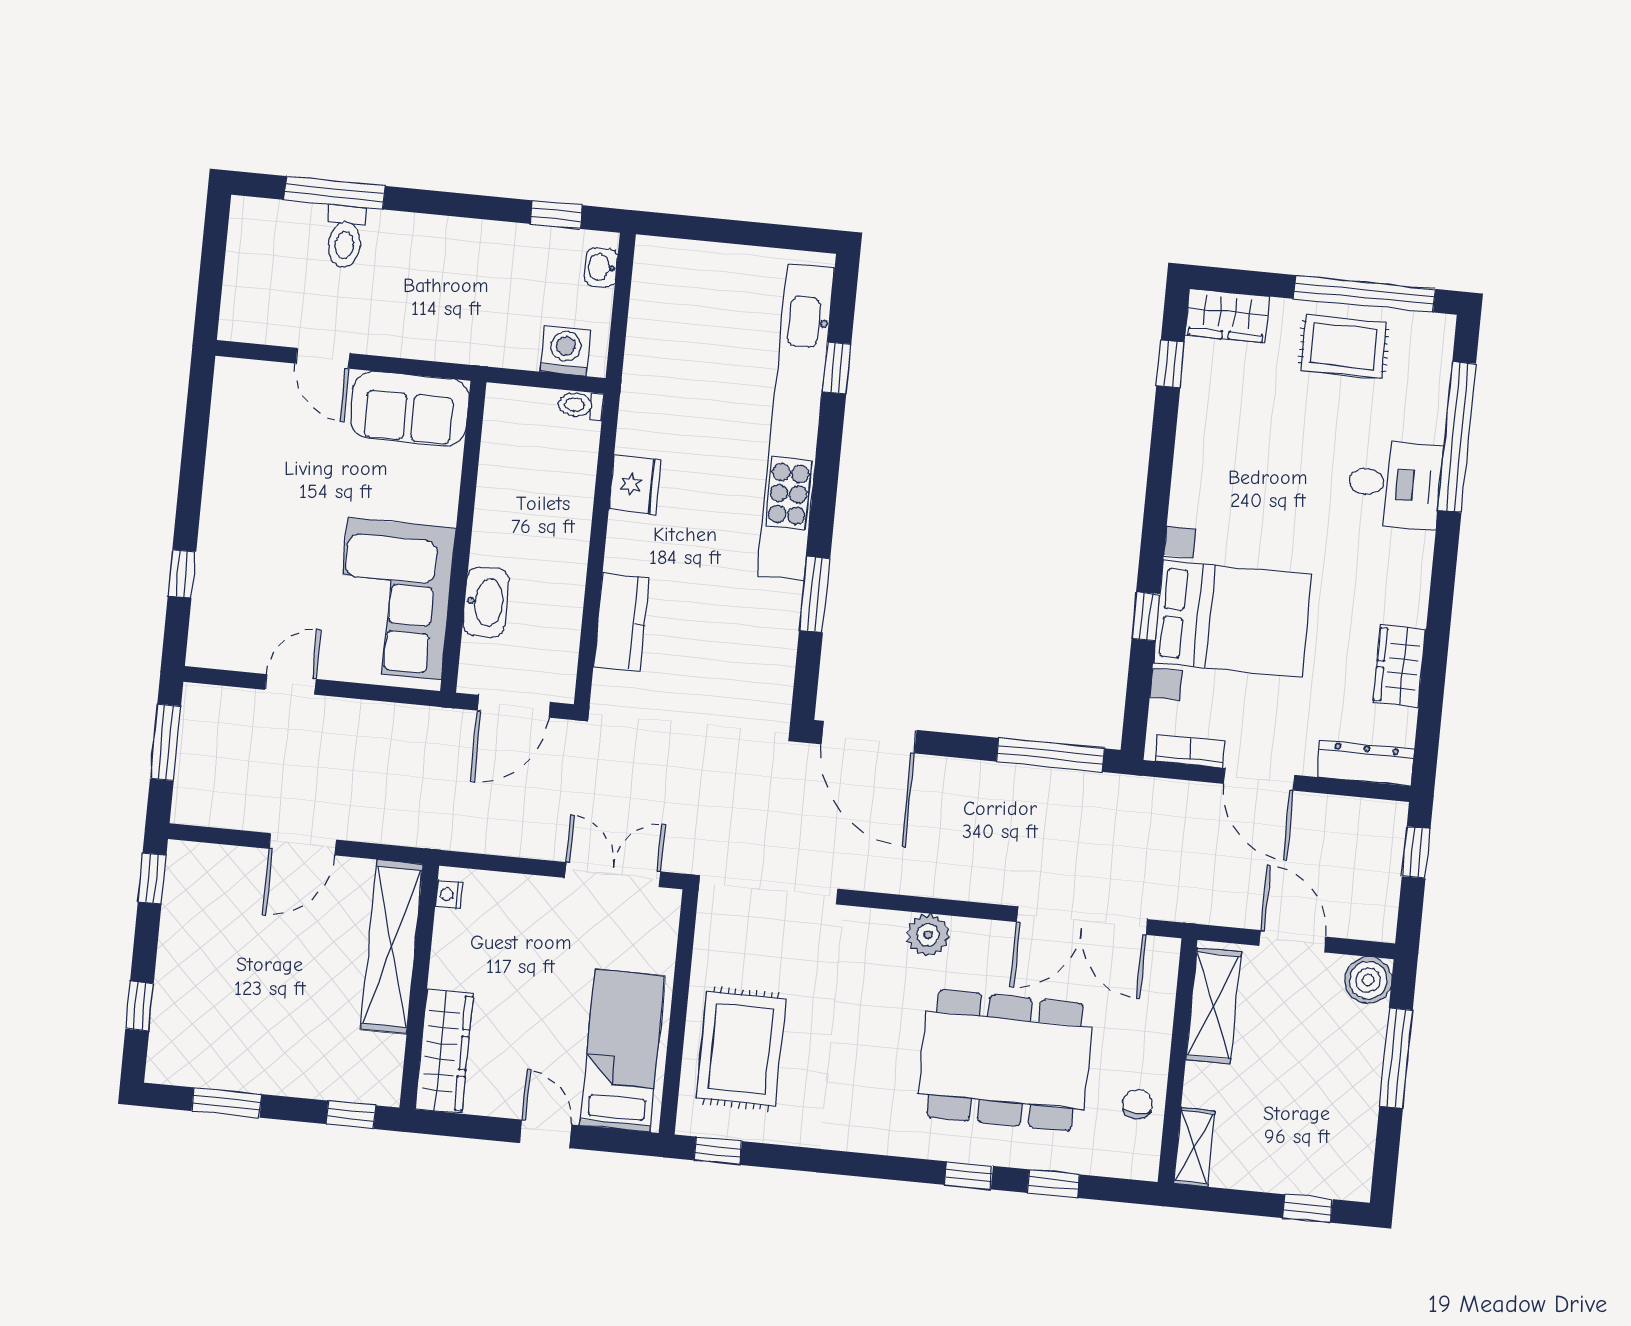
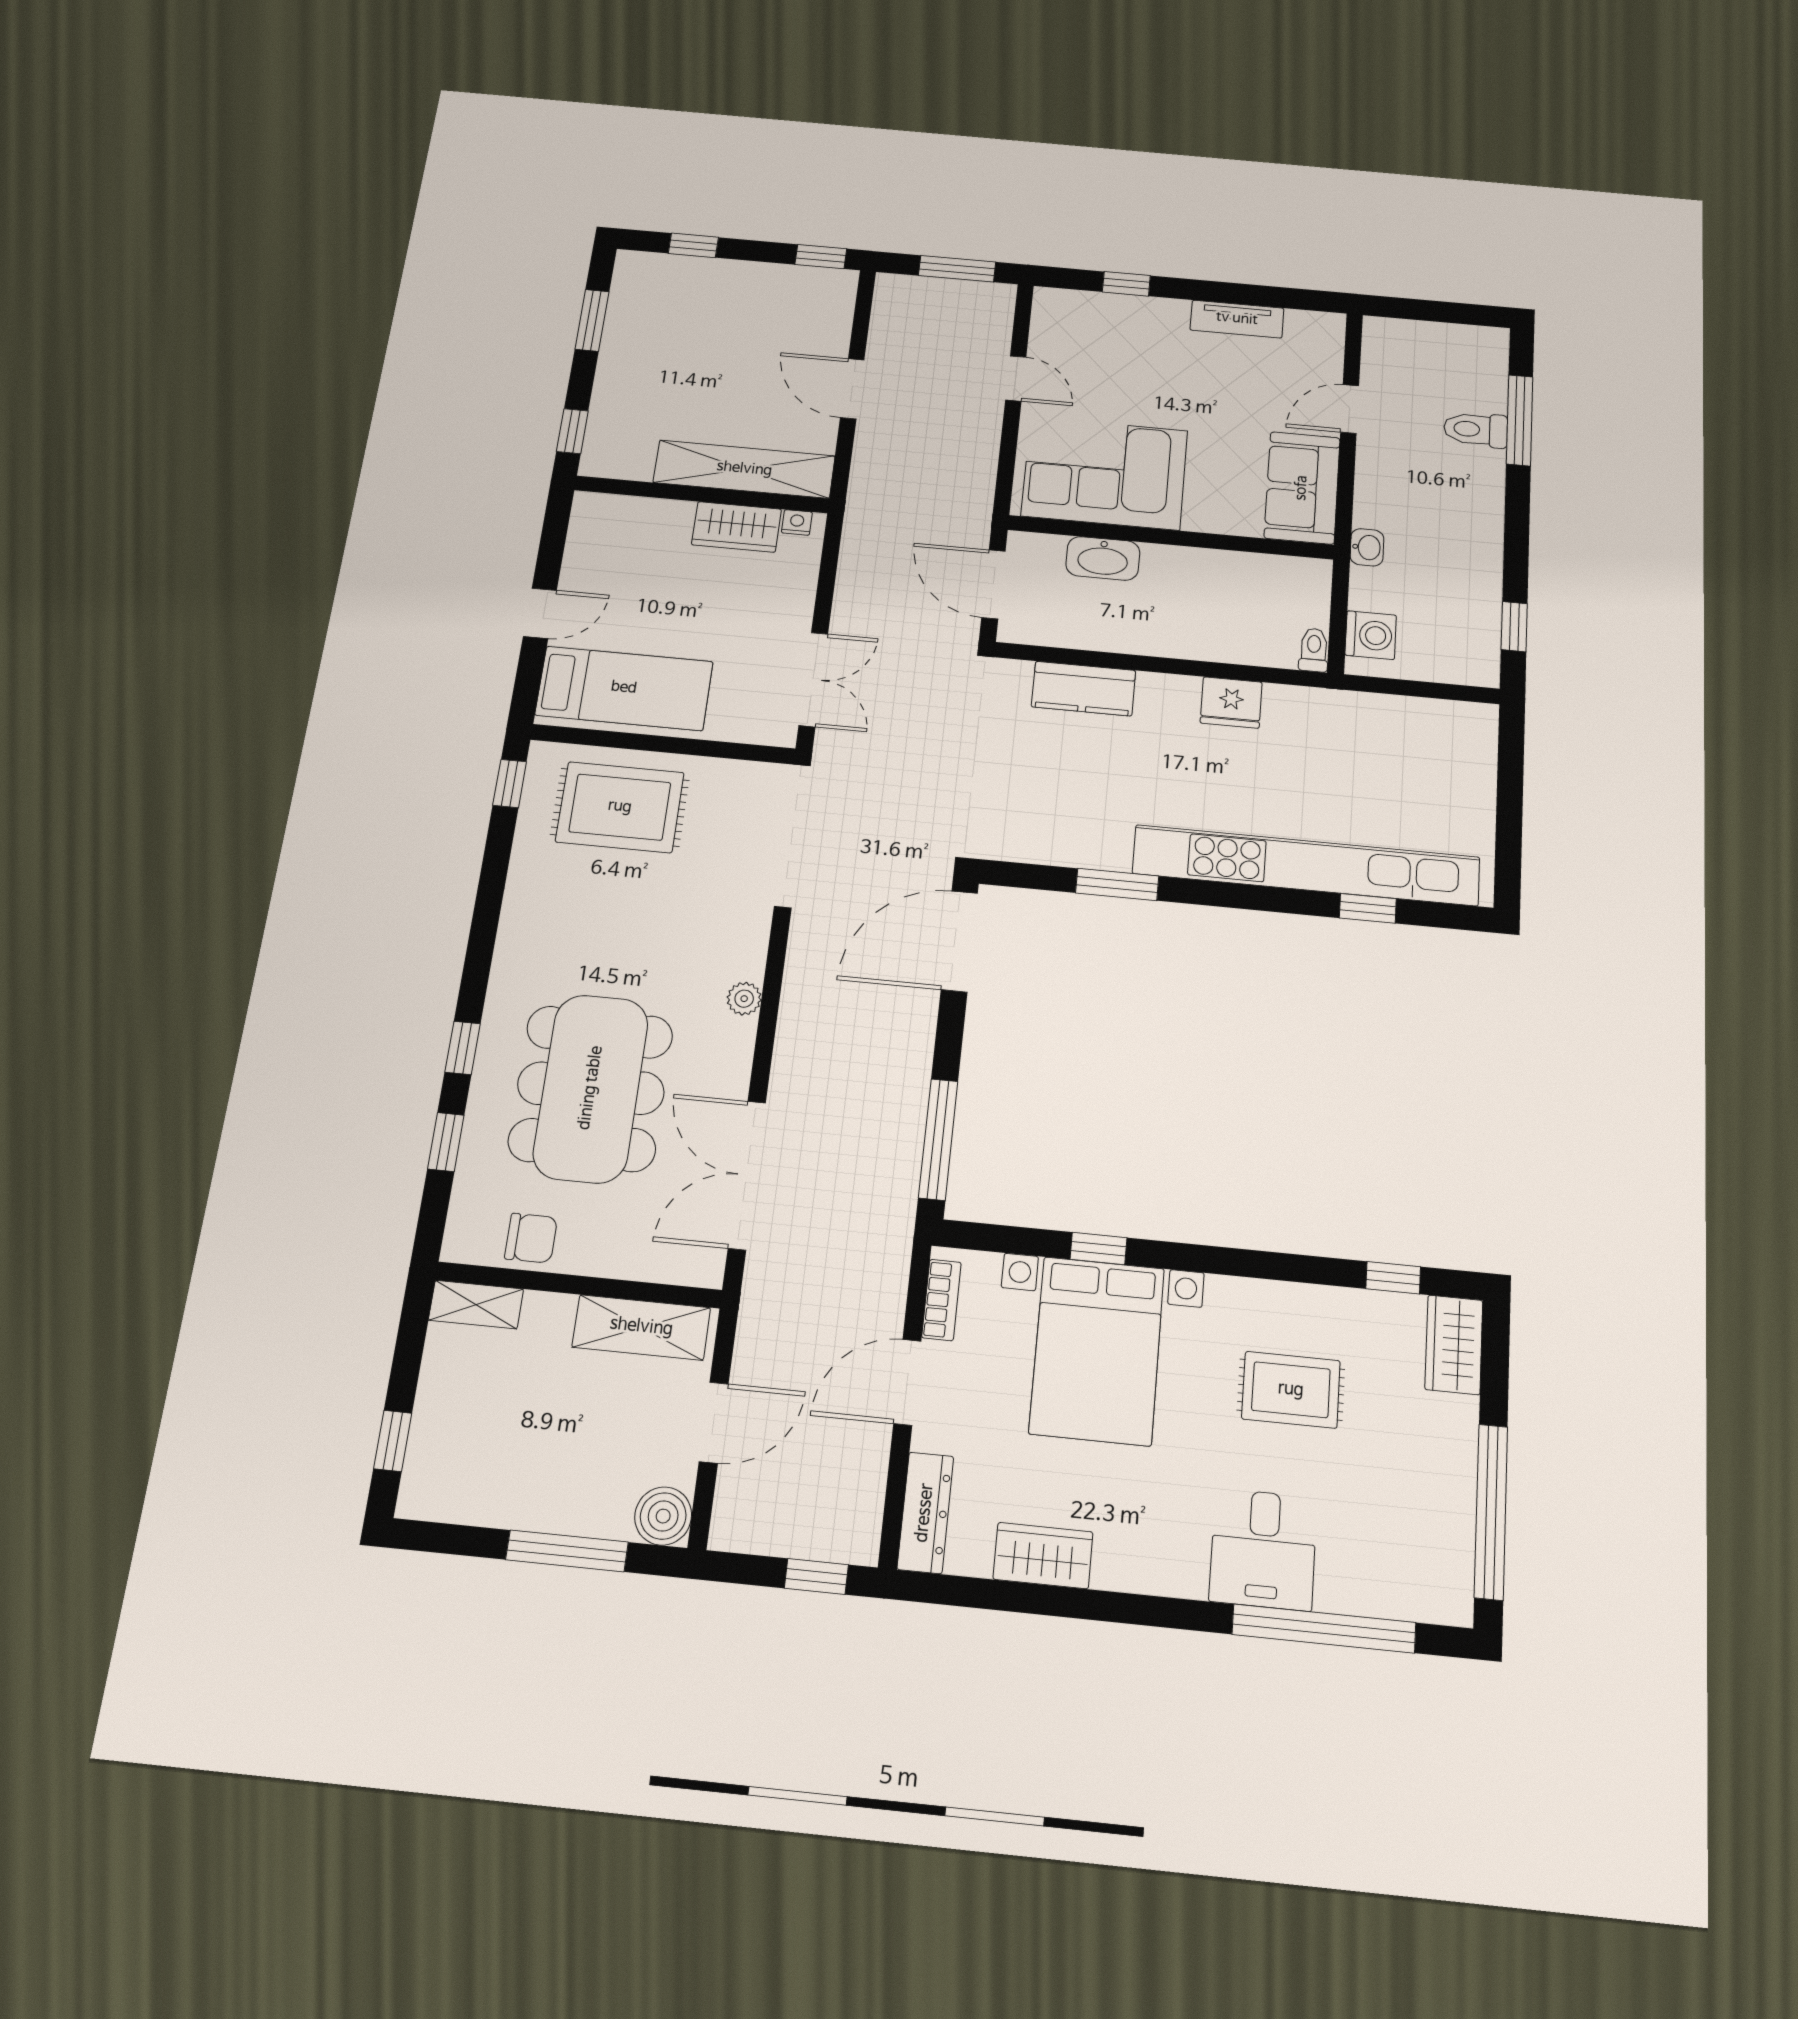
washbasin: (601, 267) -> (1367, 547), moved, turned 90
rug: (1344, 346) -> (1291, 1390), moved, turned 90
tv unit: (222, 465) -> (1237, 319), added
plant: (928, 935) -> (744, 999), width x0.73, depth x0.73
wardrobe: (444, 1051) -> (736, 527), moved, width x0.67
chair: (1137, 1104) -> (531, 1238), width x1.37, depth x1.37

